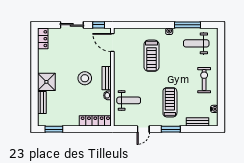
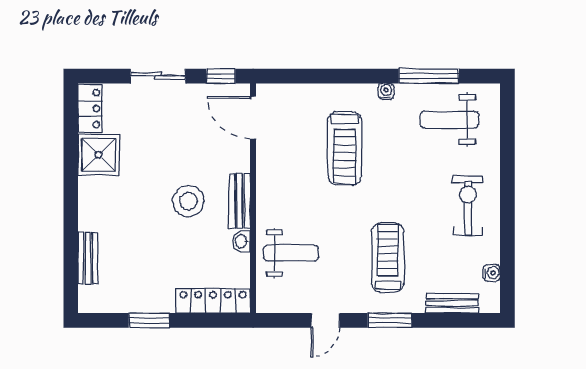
shower: (46, 82) -> (99, 155), moved
window: (54, 129) -> (149, 320), moved

